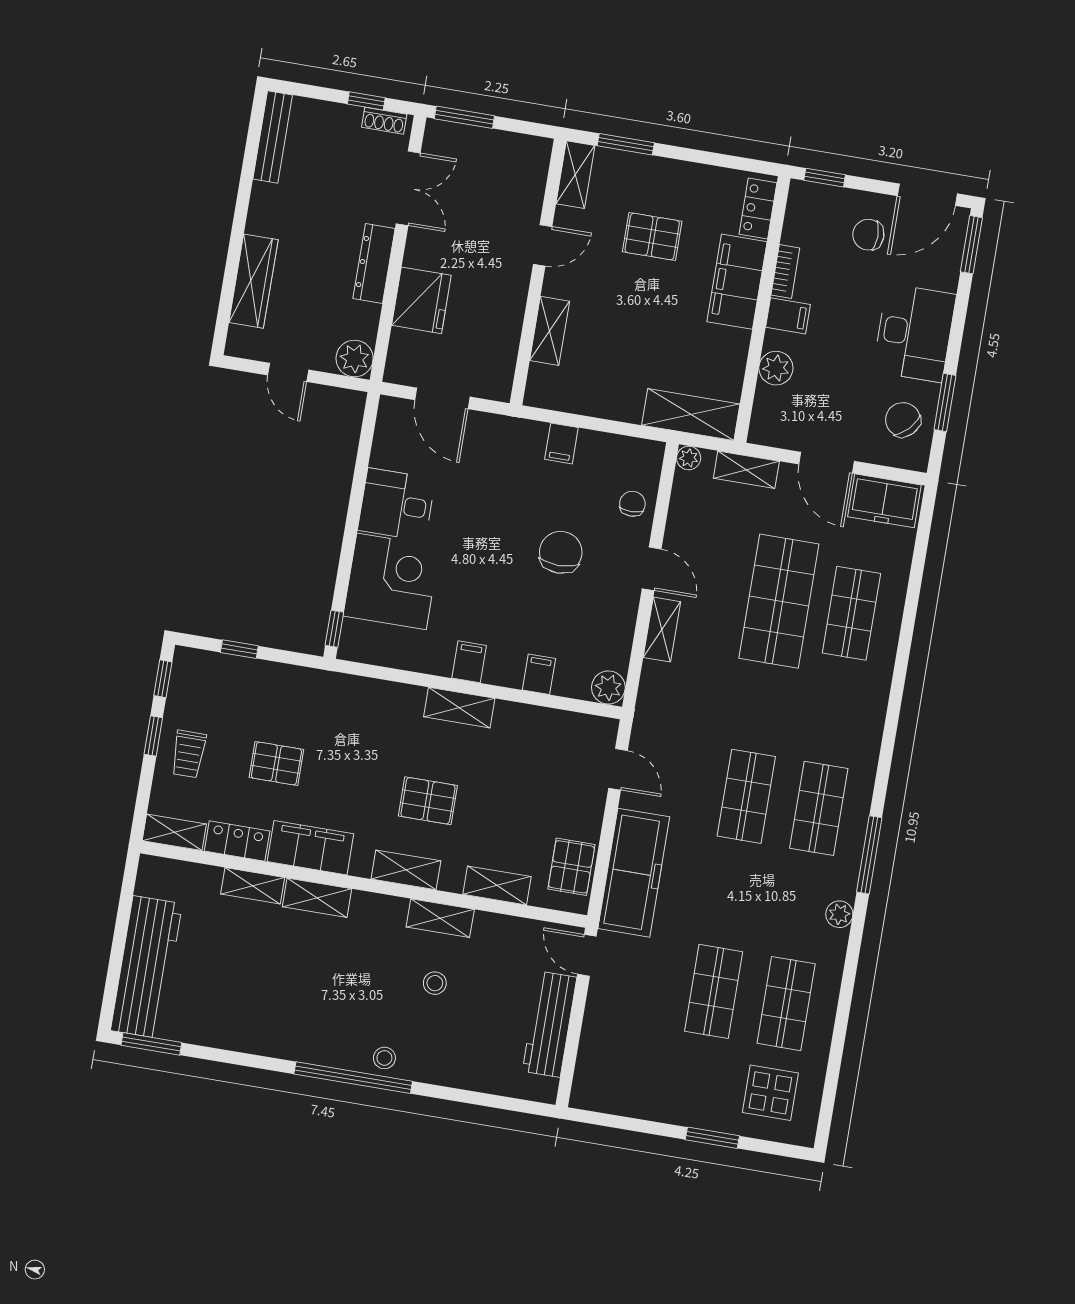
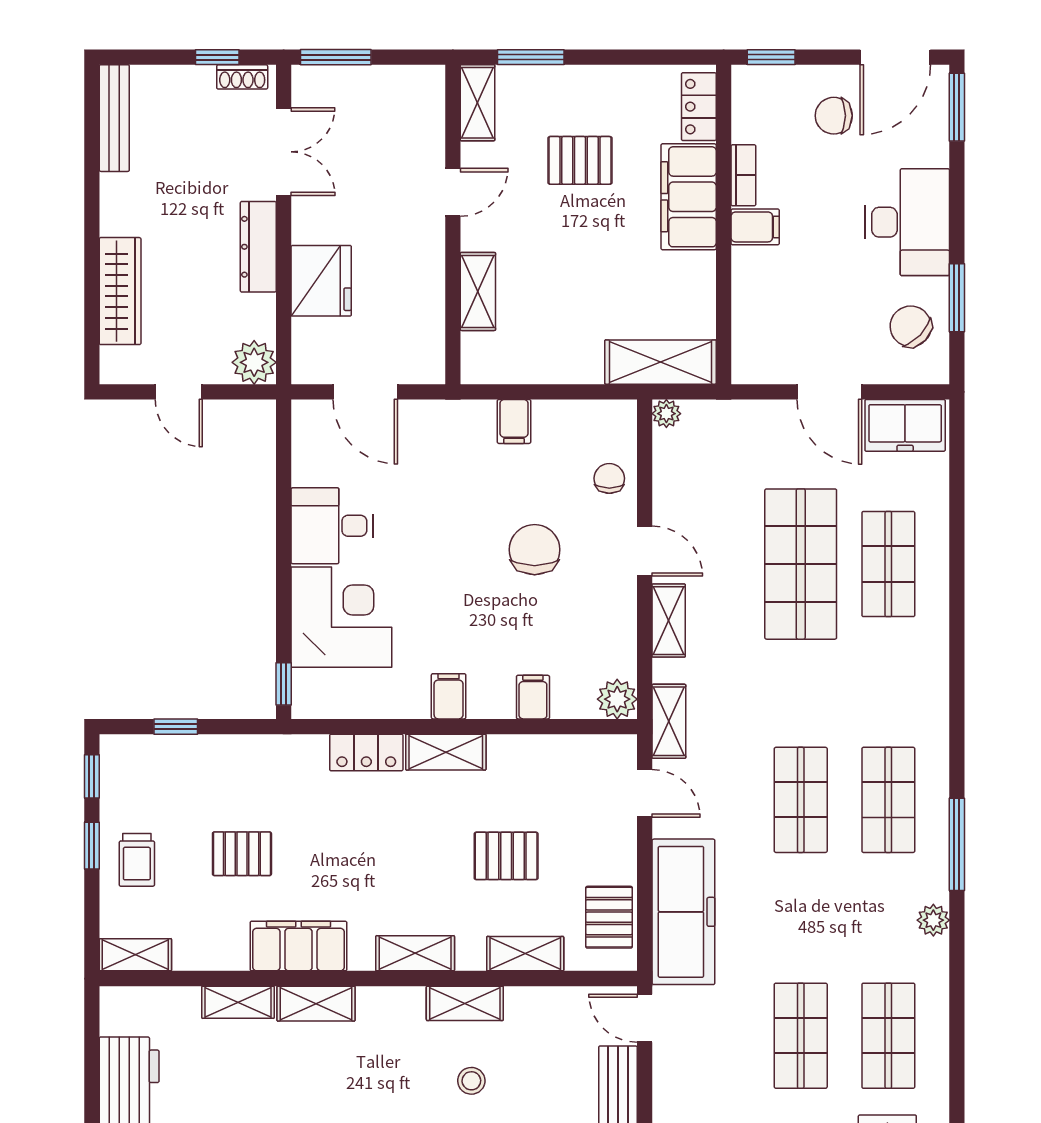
plant: (776, 368) -> (751, 291), removed
shelving: (746, 470) -> (669, 721), moved, turned 90
pallet: (428, 801) -> (506, 856), moved
locker: (237, 841) -> (366, 752), moved, turned 180

